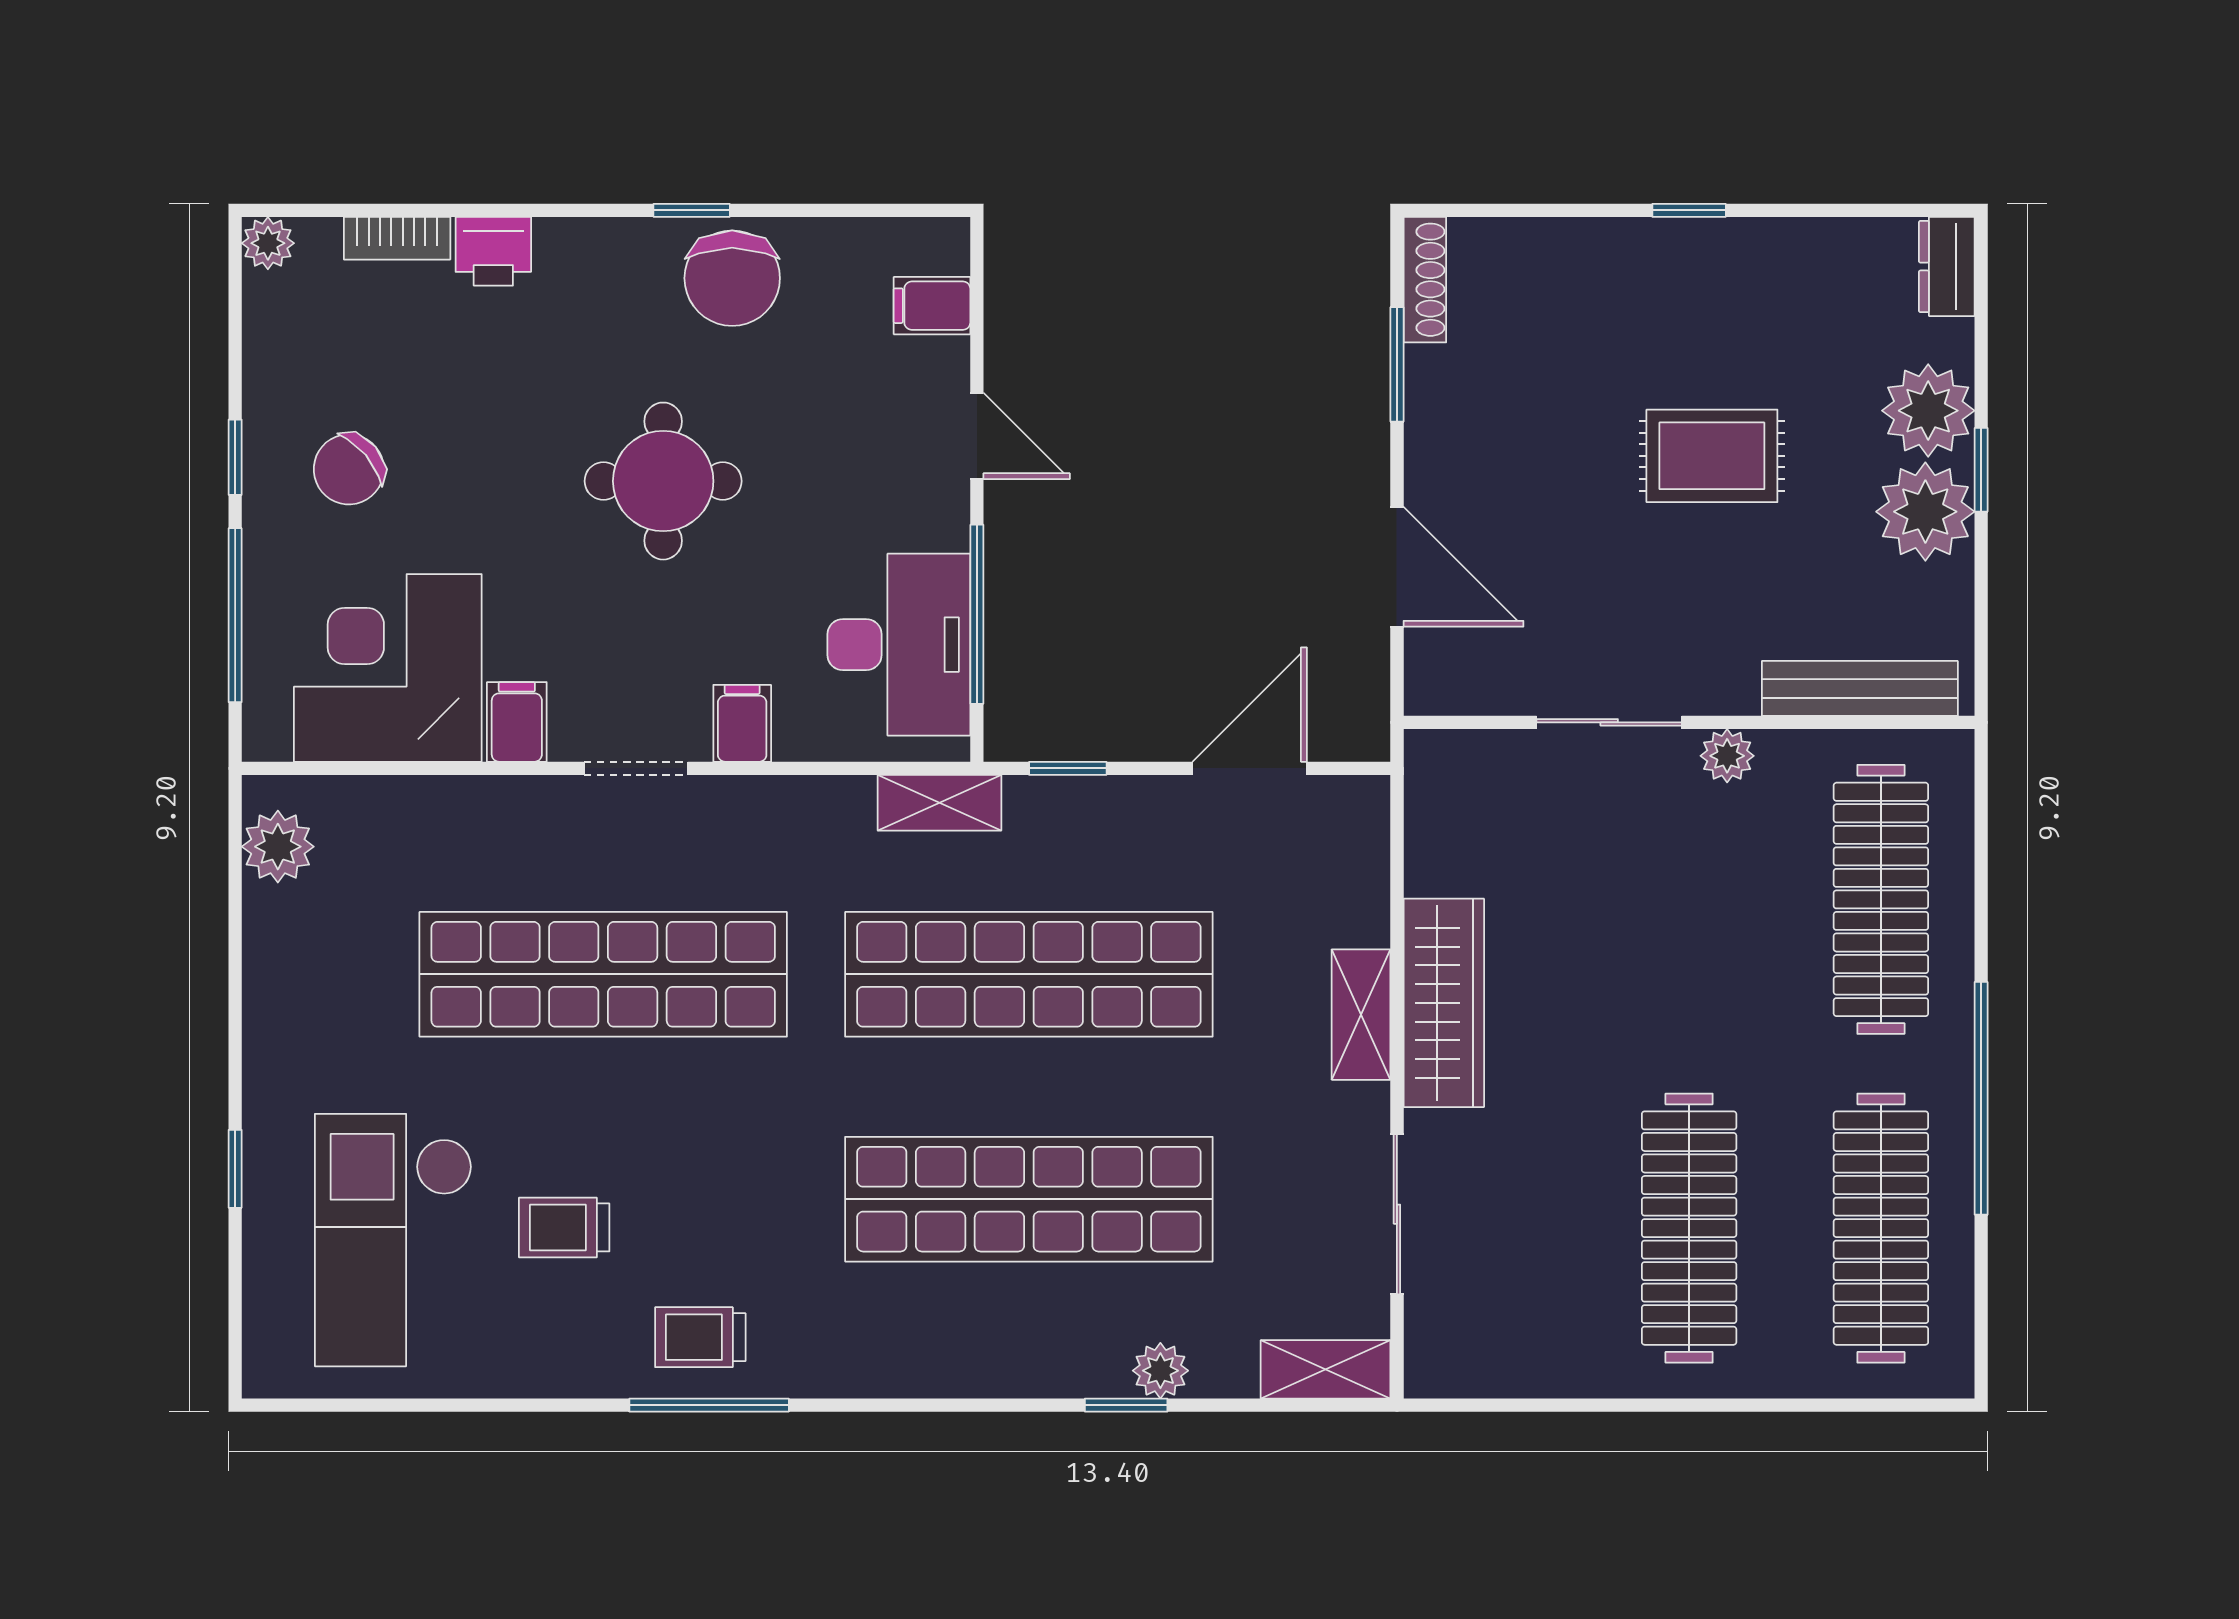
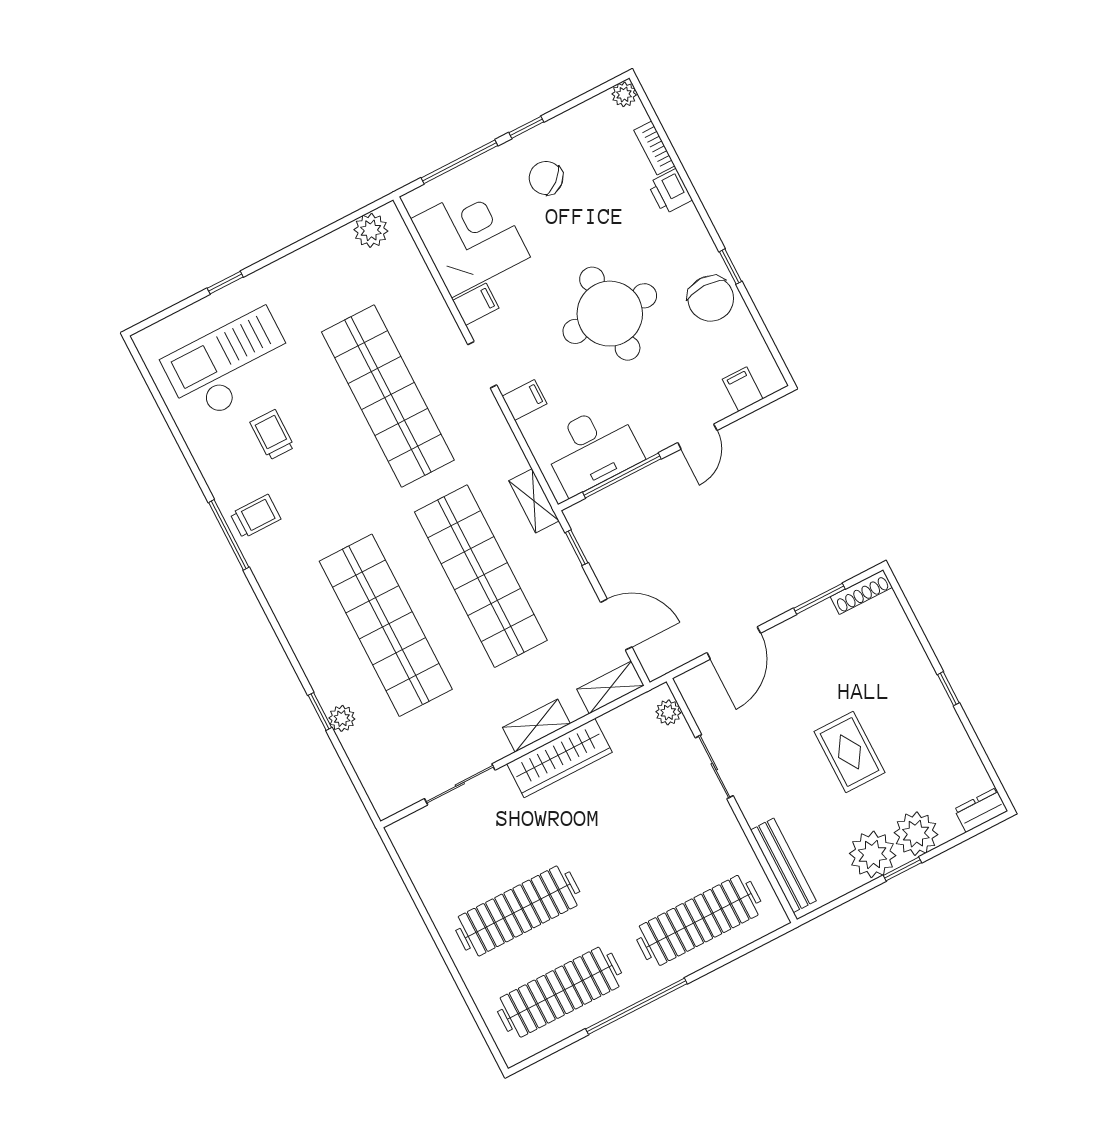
chair: (732, 278) -> (711, 299), turned -90
round table: (663, 481) -> (610, 314), width x1.36, depth x1.36
plant: (1727, 756) -> (668, 712), moved
trolley: (700, 1337) -> (256, 516), turned 90
shelving: (1326, 1369) -> (610, 687), moved, turned 90

